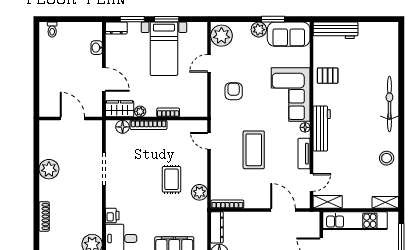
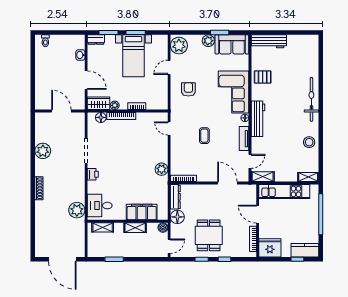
coffee table: (254, 150) -> (204, 136), width x0.54, depth x0.58
rug: (171, 179) -> (139, 159), removed
printer: (112, 216) -> (93, 174), moved

